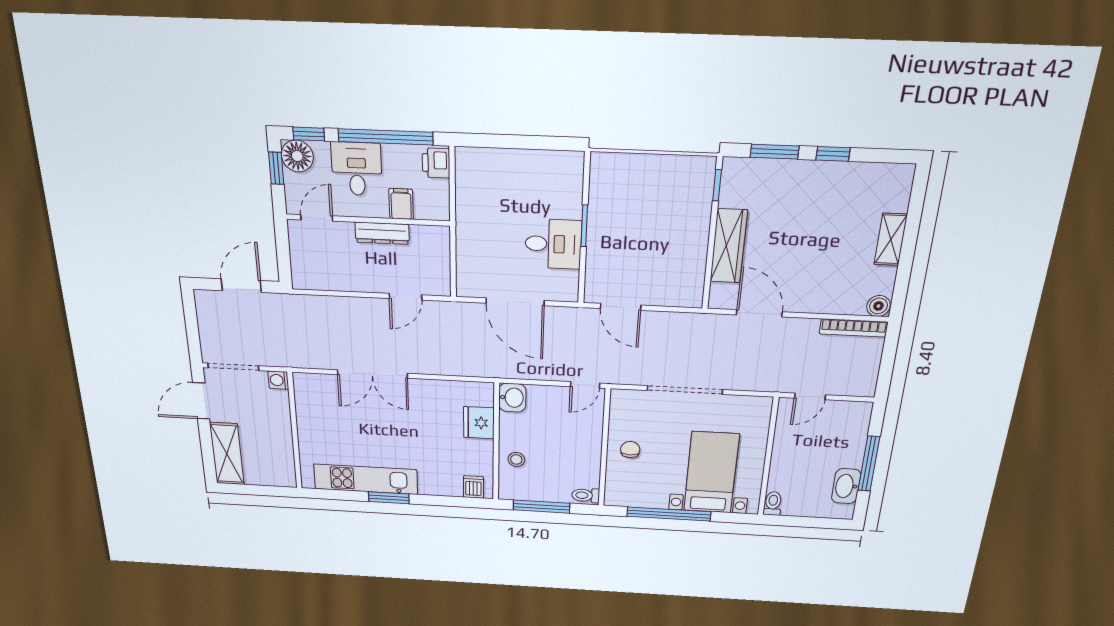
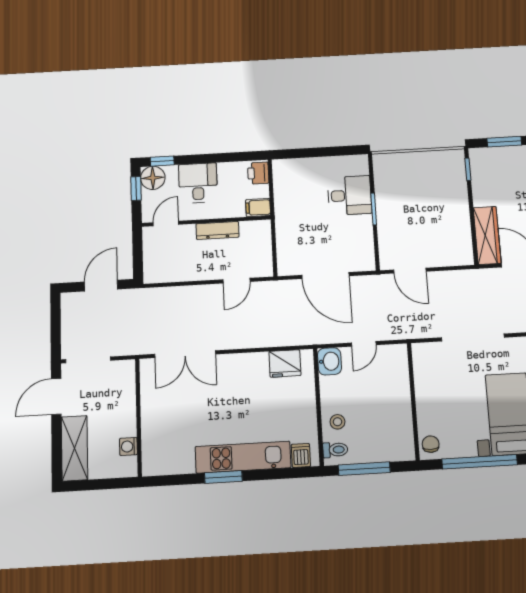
window: (386, 137) -> (220, 158), removed
filing cabinet: (401, 204) -> (258, 208), moved, turned -90
desk: (553, 244) -> (349, 195), moved
wardrobe: (729, 246) -> (487, 235), moved
double door: (372, 374) -> (185, 354), moved
washing machine: (278, 380) -> (128, 446), moved
door: (585, 385) -> (364, 344), moved
fridge: (479, 423) -> (285, 363), moved, turned -90
chair: (630, 450) -> (431, 444), moved
kitchen unit: (366, 479) -> (243, 457), moved
toilet: (586, 495) -> (335, 450), moved, turned 180

